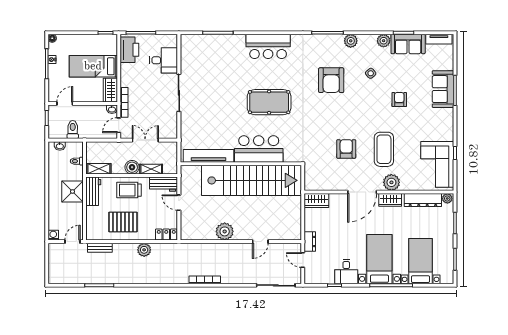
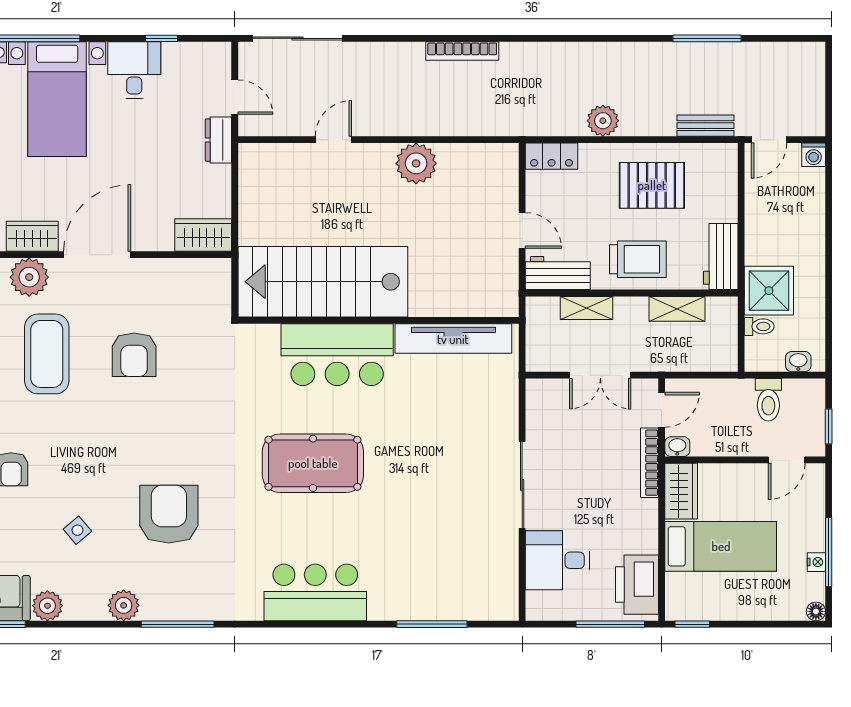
boiler: (132, 167) -> (631, 312), removed
shelving: (99, 169) -> (677, 309), moved
stairs: (252, 180) -> (323, 282), width x0.73
shower: (72, 191) -> (769, 291), moved

